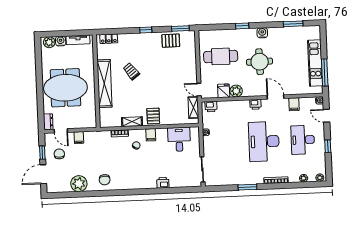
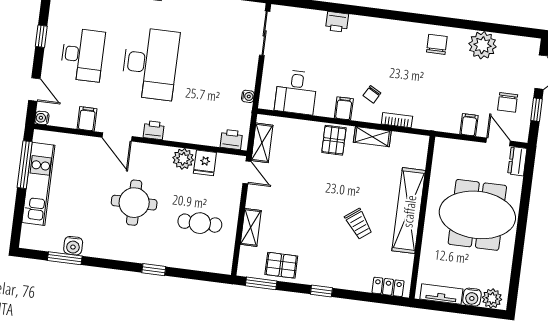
water cooler: (262, 33) -> (73, 246), moved
cafe table: (221, 56) -> (200, 223), width x0.73, depth x0.74
shelving: (192, 59) -> (251, 227), added

